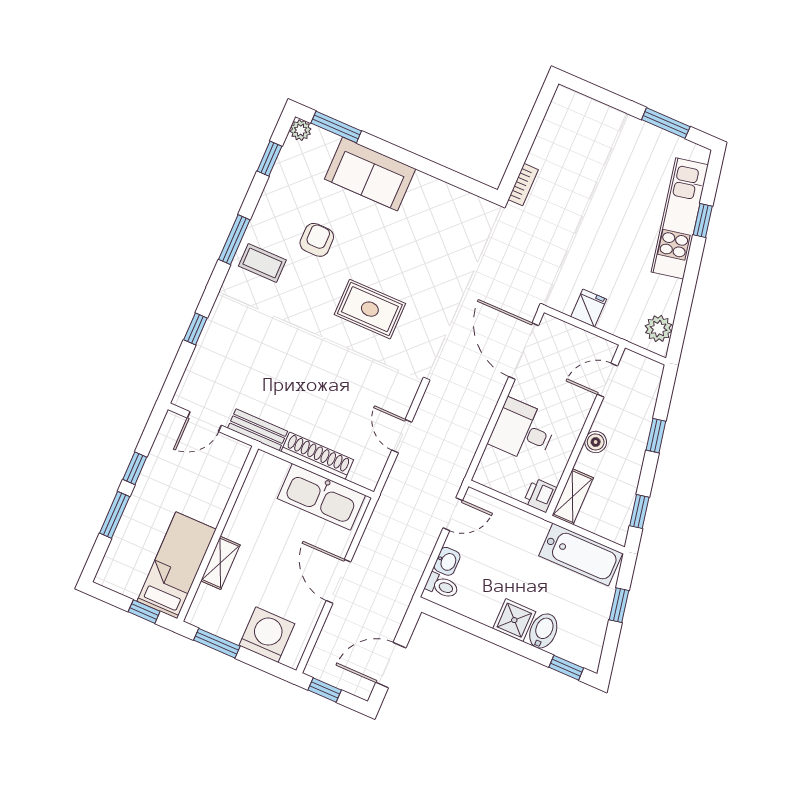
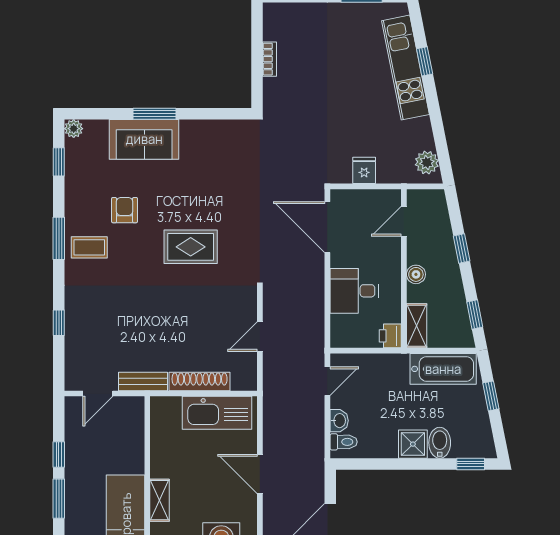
window: (336, 127) -> (155, 114), moved
bookcase: (523, 185) -> (269, 59), moved
door: (402, 436) -> (260, 337), hinge flipped

